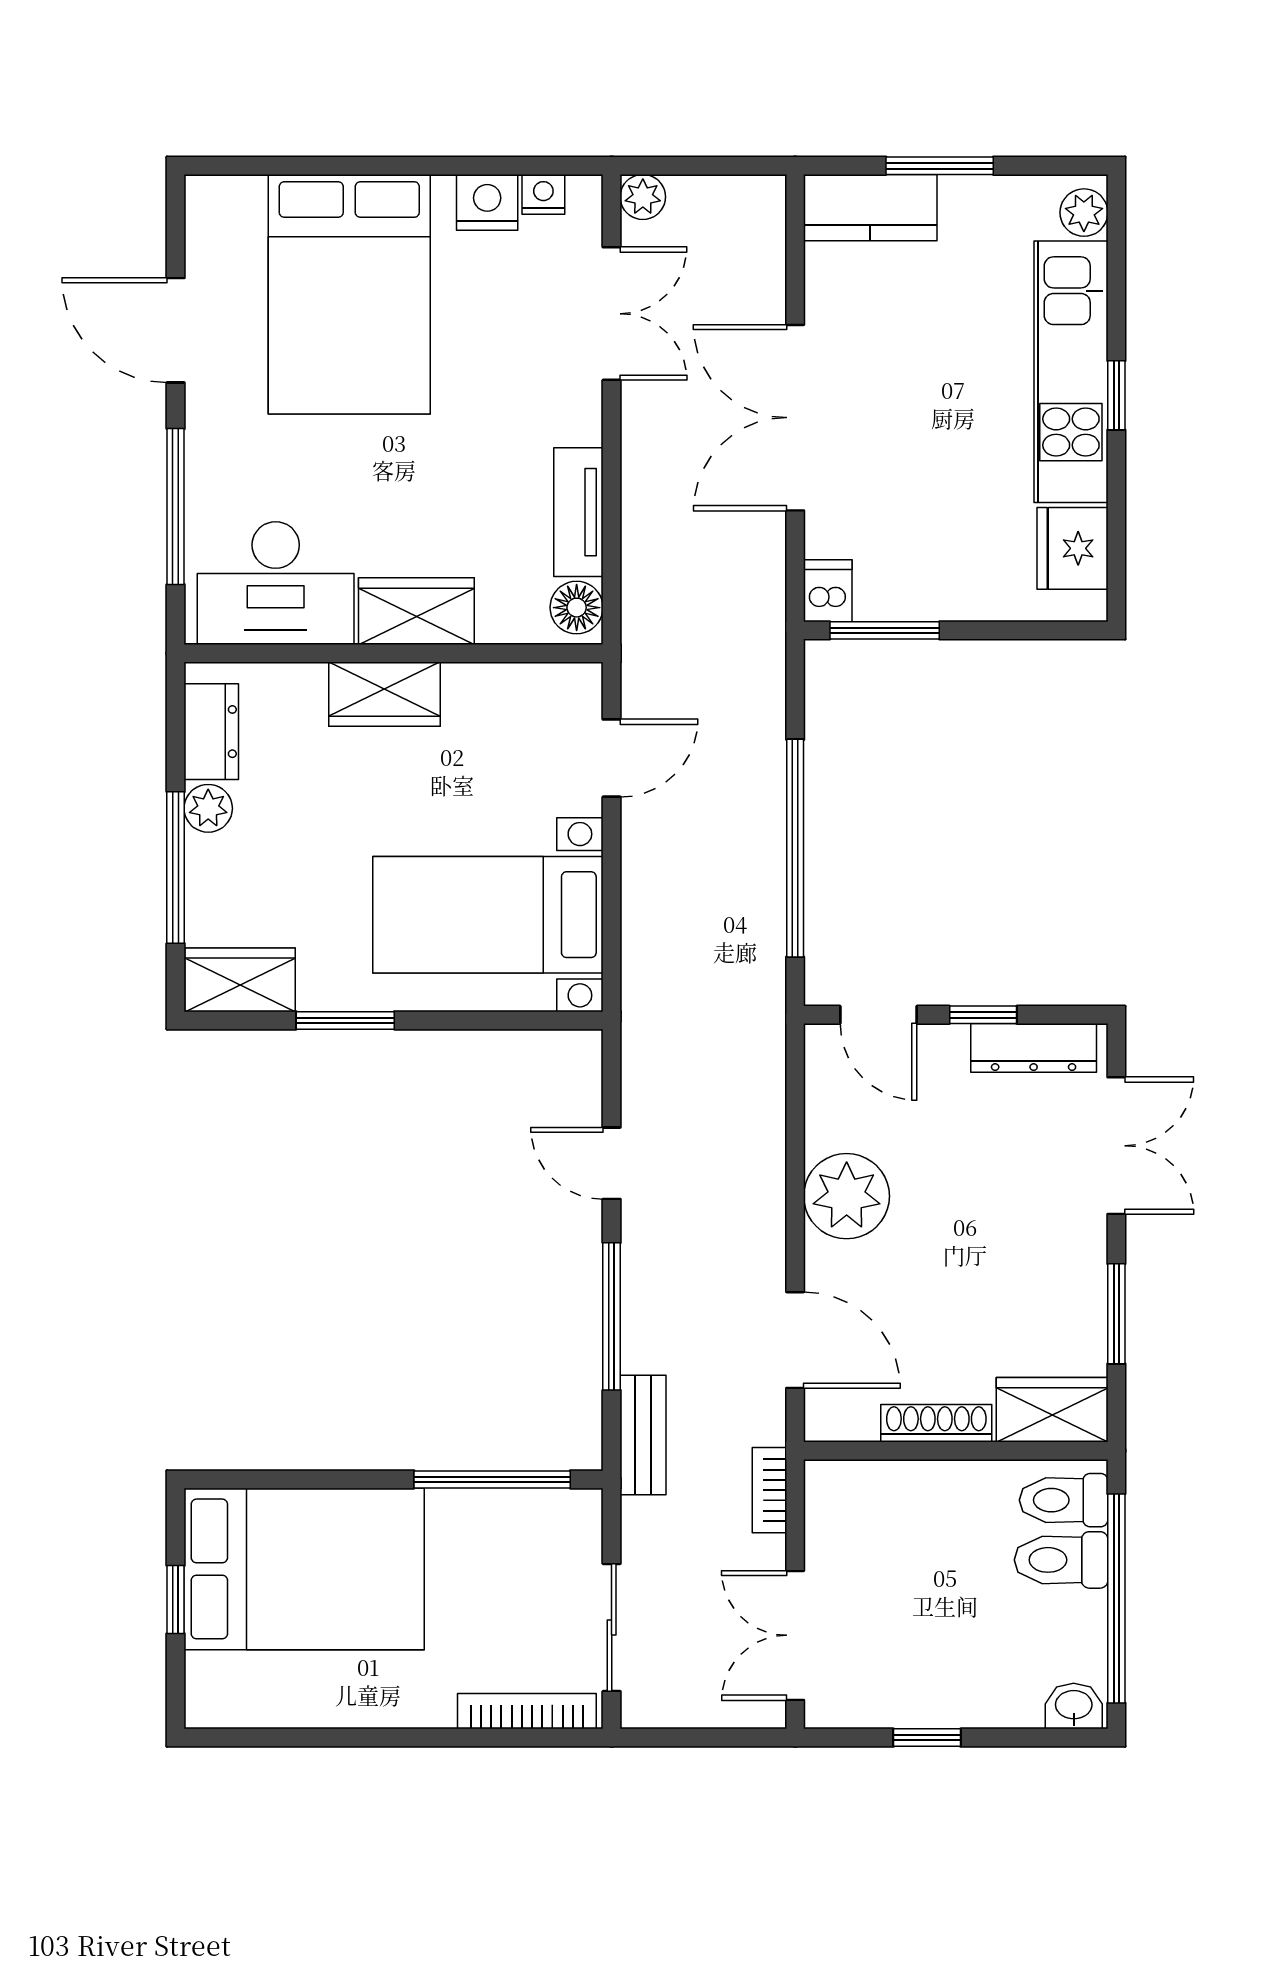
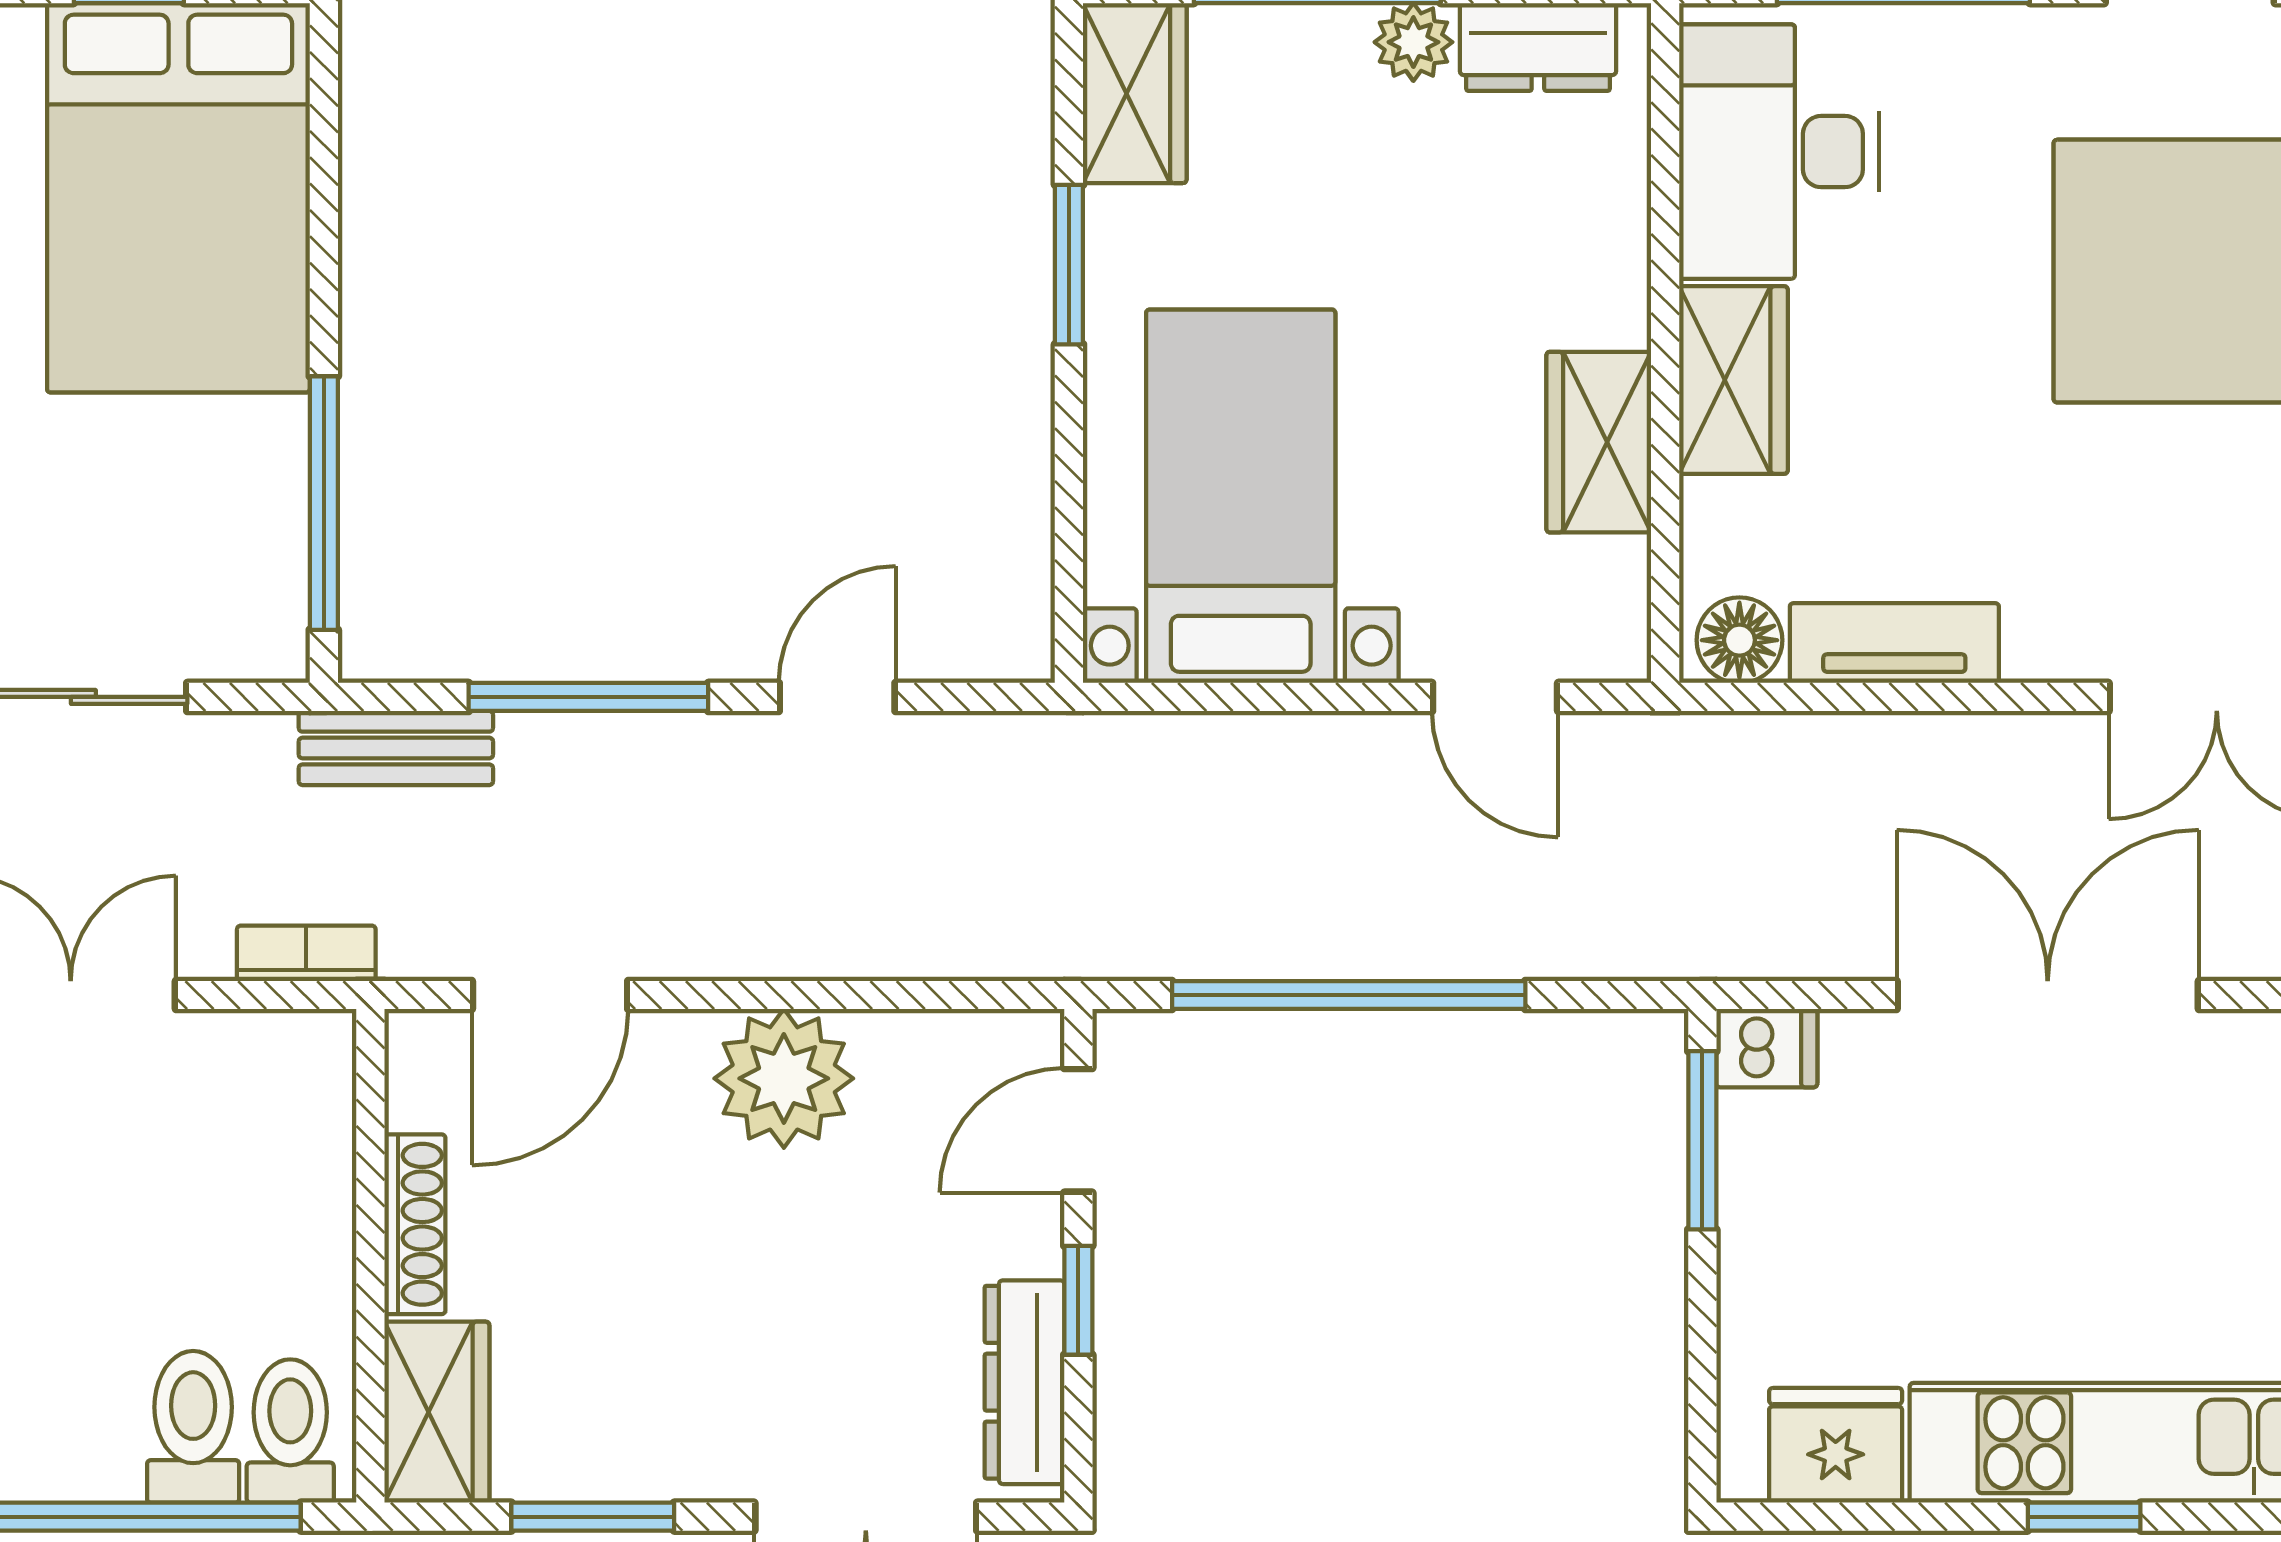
wardrobe: (384, 694) -> (1599, 442), moved

